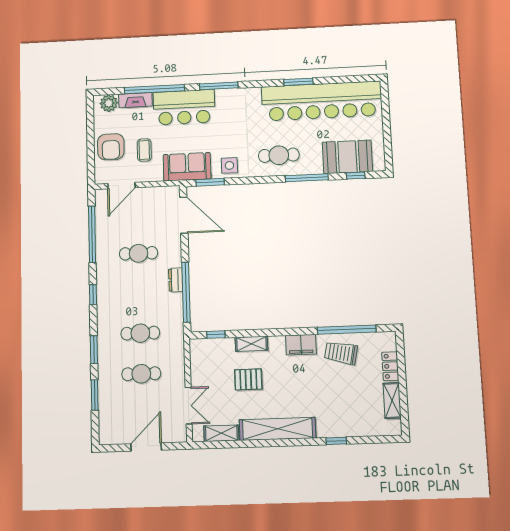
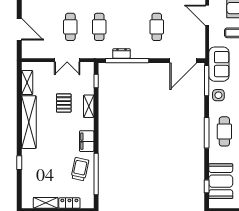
window: (307, 178) -> (207, 133), moved
window: (210, 182) -> (207, 81), width x1.44
dresser: (176, 280) -> (121, 53), moved
double door: (189, 406) -> (67, 60), moved

